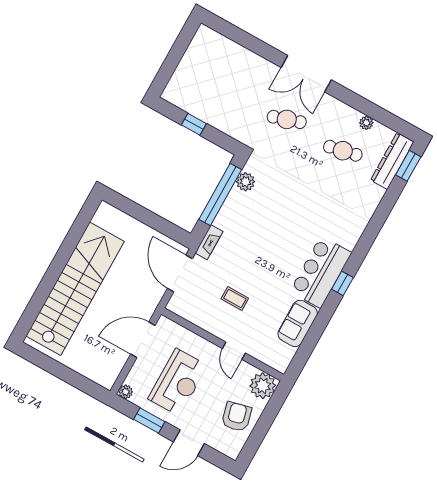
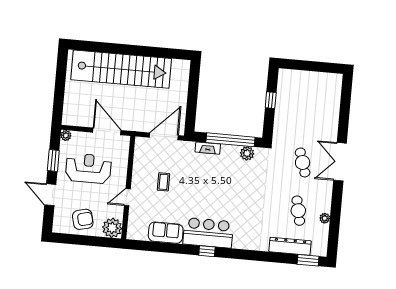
dresser: (392, 161) -> (290, 246), moved
fireplace: (209, 242) -> (208, 148), moved
reception desk: (178, 382) -> (88, 168), turned 180

